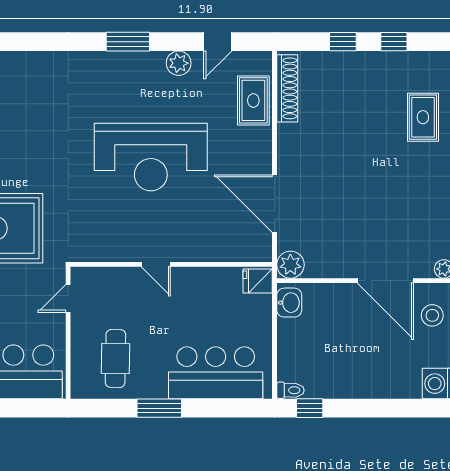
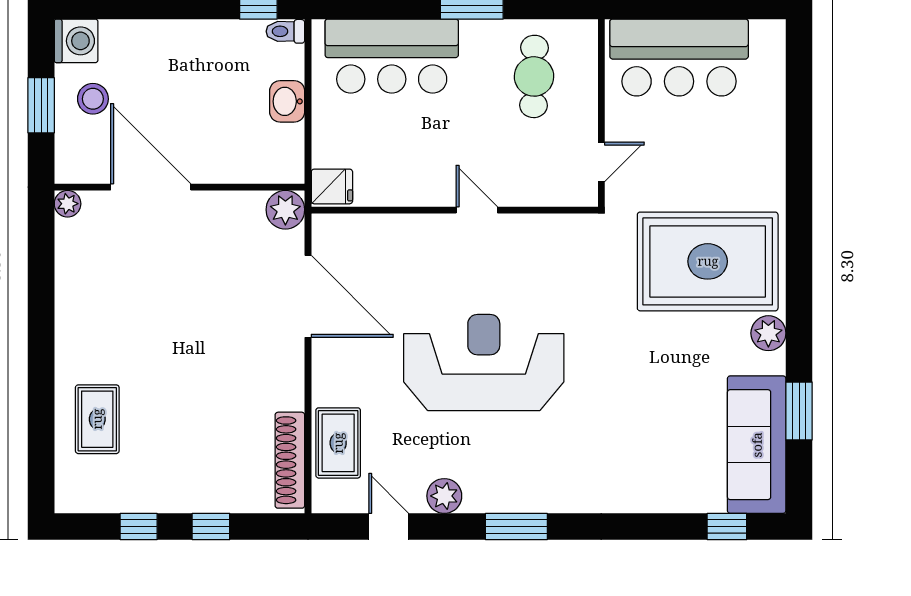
door: (218, 42) -> (389, 527), hinge flipped
washbasin: (289, 303) -> (287, 101), moved
stool: (432, 315) -> (93, 99), moved

